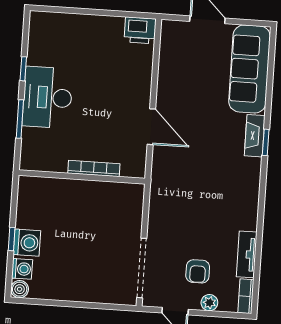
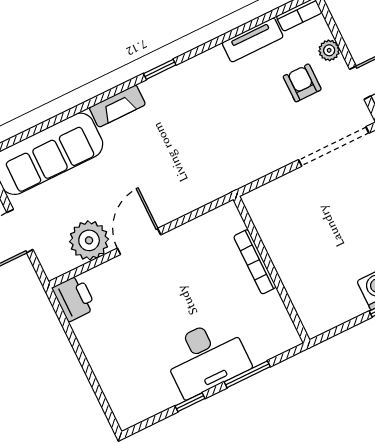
plant: (174, 63) -> (89, 240), added
door: (151, 127) -> (139, 241), moved
window: (266, 142) -> (160, 69), moved
armchair: (198, 271) -> (302, 83), turned -90

